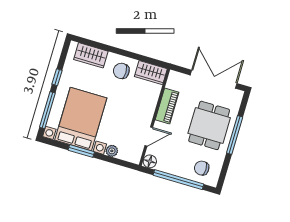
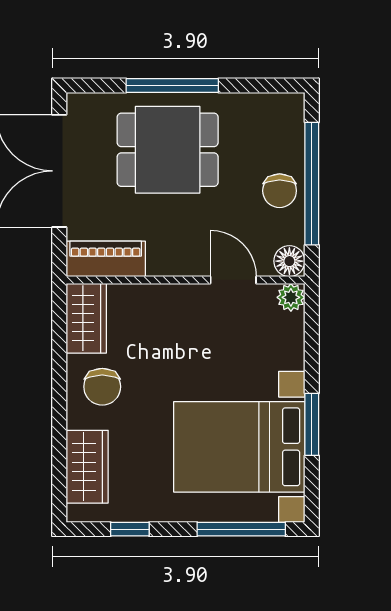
window: (57, 77) -> (130, 529), moved
piano: (167, 106) -> (106, 259), moved
plant: (112, 151) -> (291, 297), moved
chair: (202, 168) -> (280, 191), moved

